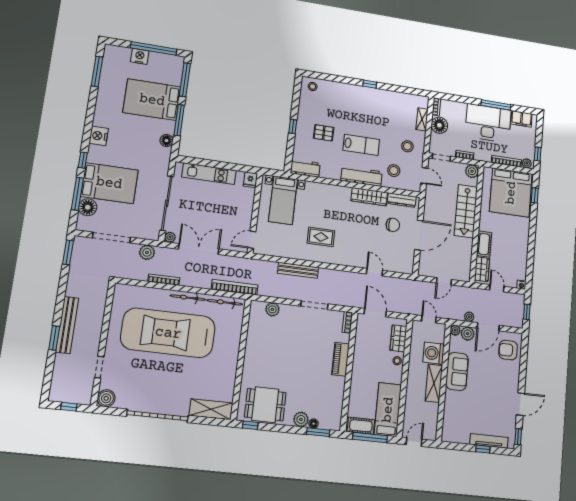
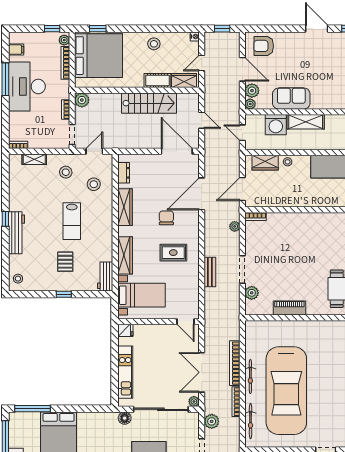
filing cabinet: (521, 119) -> (16, 50), width x0.50
window: (179, 120) -> (75, 409), removed
floor lamp: (439, 125) -> (38, 140), removed
floor lamp: (167, 141) -> (125, 418), moved
lab bench: (361, 145) -> (72, 221), turned 180
workbench: (362, 176) -> (16, 233), moved, turned 180
wardrobe: (323, 190) -> (125, 255), added
dresser: (402, 200) -> (124, 173), width x0.70
stairs: (466, 211) -> (149, 103), moved
chair: (393, 225) -> (166, 218), moved
door: (419, 235) -> (177, 151), moved
rug: (321, 237) -> (173, 253), turned 90
stool: (518, 245) -> (154, 44), added
bench: (298, 270) -> (210, 272), width x0.73
door: (374, 272) -> (202, 194), width x1.88
bookcase: (235, 287) -> (235, 363), moved
bicycle: (225, 302) -> (251, 421), moved
doorway: (314, 305) -> (242, 270), moved
plant: (469, 317) -> (235, 226), moved
door: (429, 319) -> (242, 133), hinge flipped
armchair: (508, 350) -> (264, 46), turned 90
piano: (341, 359) -> (289, 308), moved, turned 180

